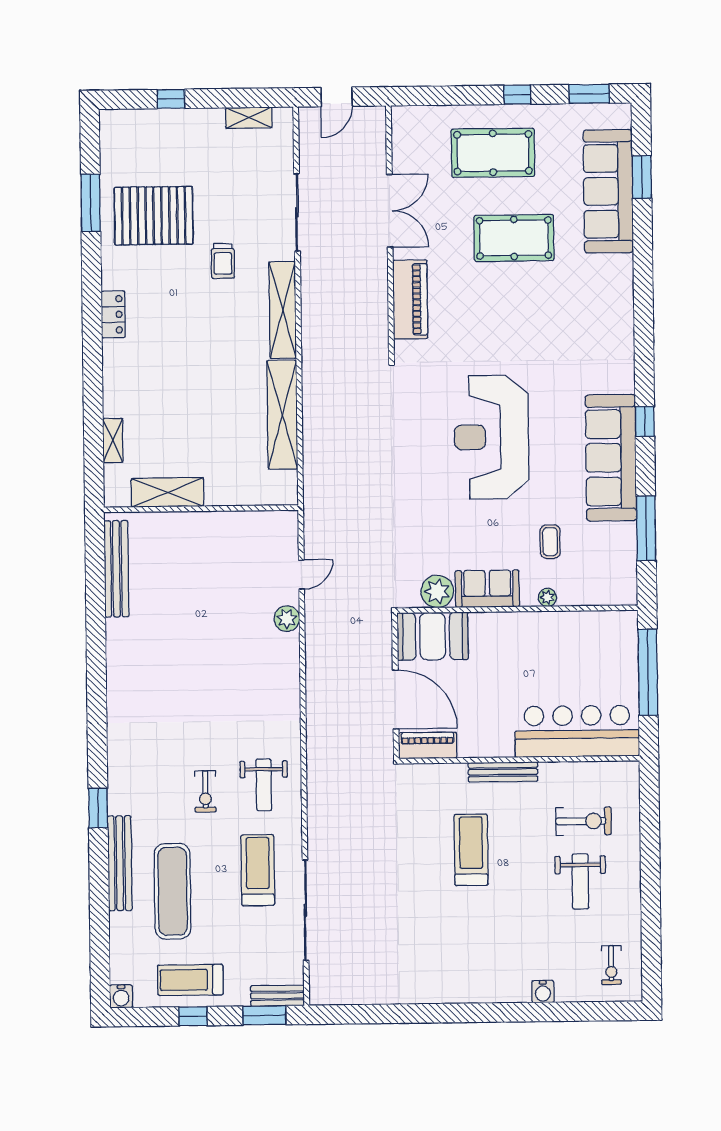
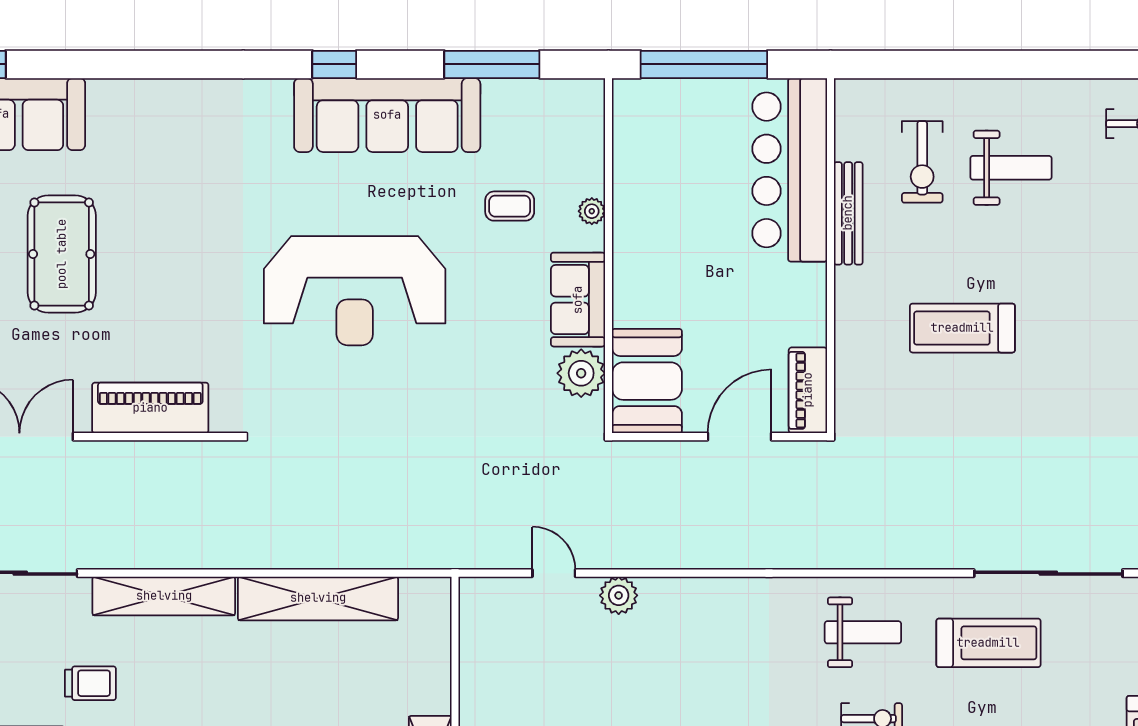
door: (396, 699) -> (740, 437), width x0.73
bench: (503, 772) -> (848, 213), moved
exercise bike: (584, 821) -> (922, 162), turned 180
treadmill: (258, 870) -> (988, 643), turned 180

